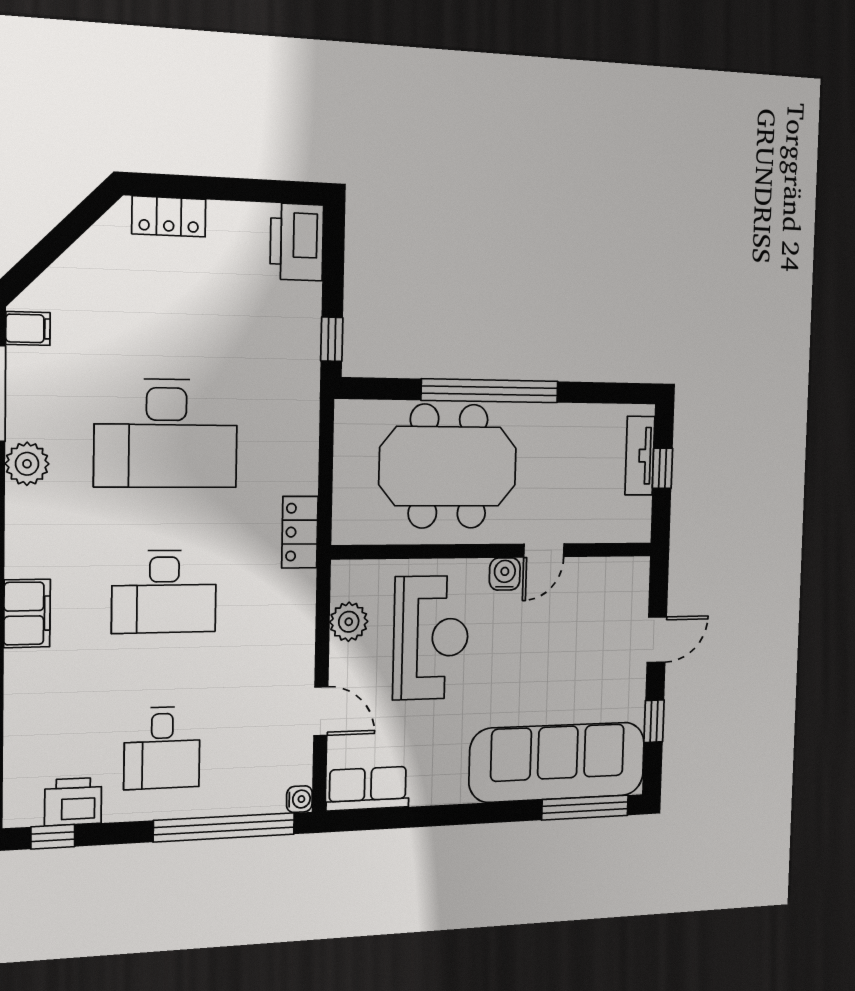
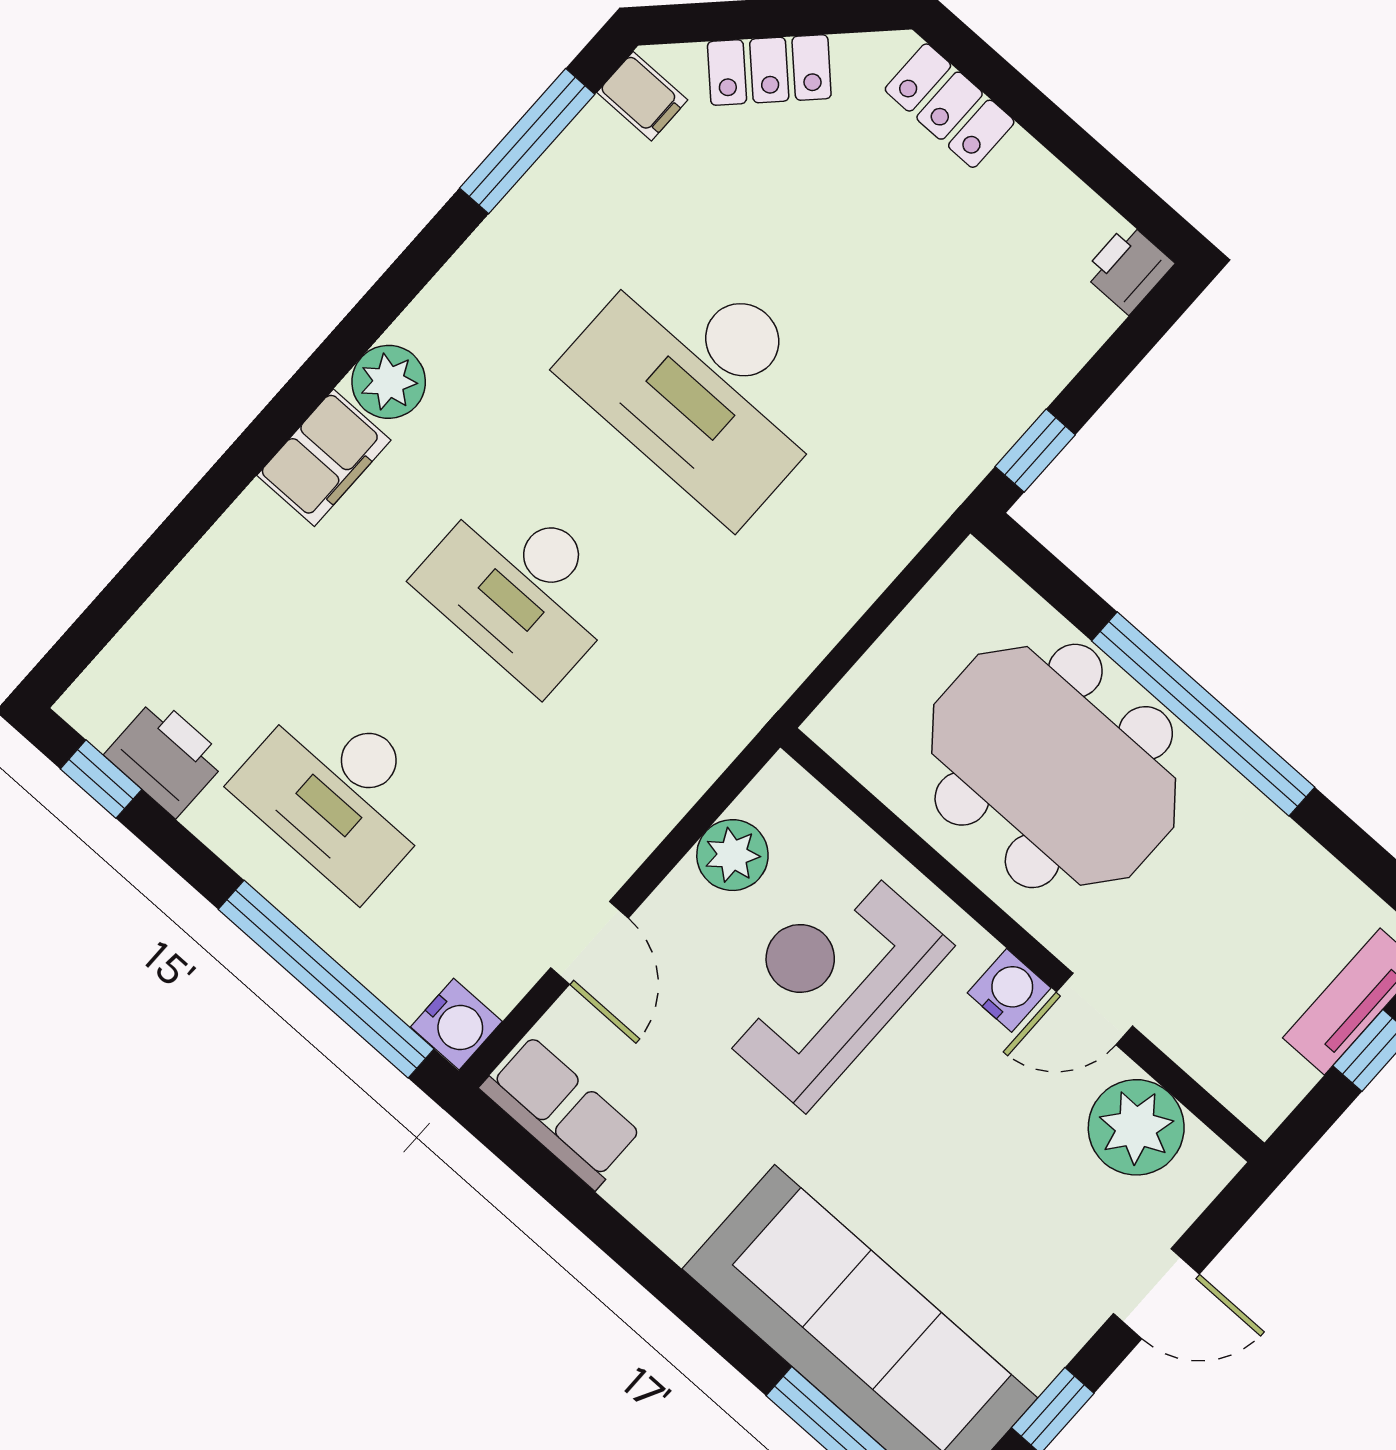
printer: (297, 242) -> (1128, 268), width x0.53, depth x0.68
plant: (27, 464) -> (389, 382), moved
locker: (300, 532) -> (769, 70), moved, turned -135
plant: (598, 582) -> (1136, 1127), added
reception desk: (431, 638) -> (828, 983), turned 180
desk: (162, 748) -> (339, 794), width x1.37
water cooler: (299, 799) -> (456, 1024), width x1.38, depth x1.38

